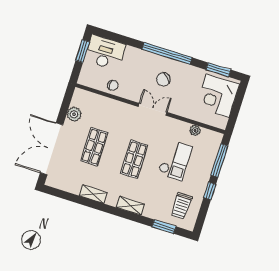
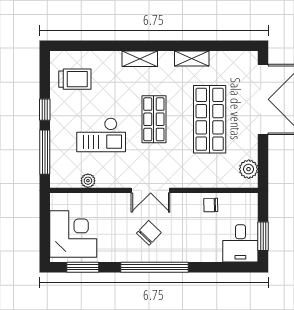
desk: (105, 53) -> (240, 243), width x0.73
plant: (74, 114) -> (249, 169), moved
shop shelf: (94, 147) -> (210, 119), width x1.43, depth x1.36
checkout: (175, 160) -> (101, 135), turned -90
trolley: (181, 206) -> (75, 79), turned 90
window: (164, 227) -> (89, 46), removed

